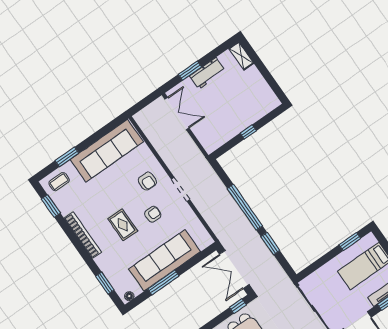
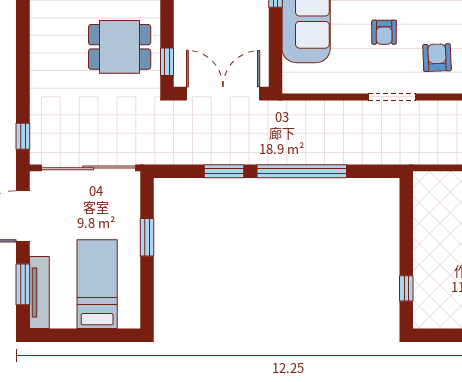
window: (248, 132) -> (406, 288), moved
armchair: (147, 181) -> (437, 58), turned 88
window: (350, 242) -> (147, 237), moved

